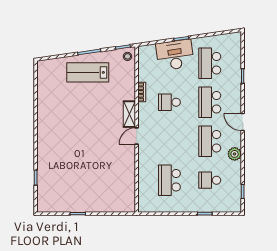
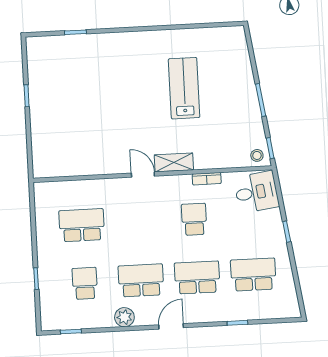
desk: (175, 55) -> (256, 192), moved, width x0.73
lab bench: (88, 72) -> (184, 88), moved

